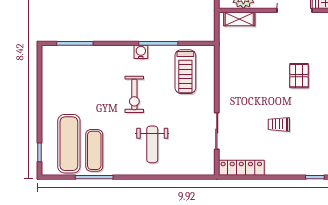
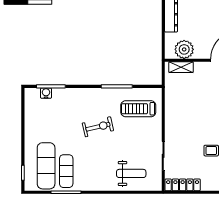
water cooler: (141, 52) -> (46, 93), moved
treadmill: (185, 72) -> (138, 109), turned 90
exercise bike: (134, 94) -> (98, 127), turned -103
weight bench: (152, 144) -> (131, 173), moved, turned -90

